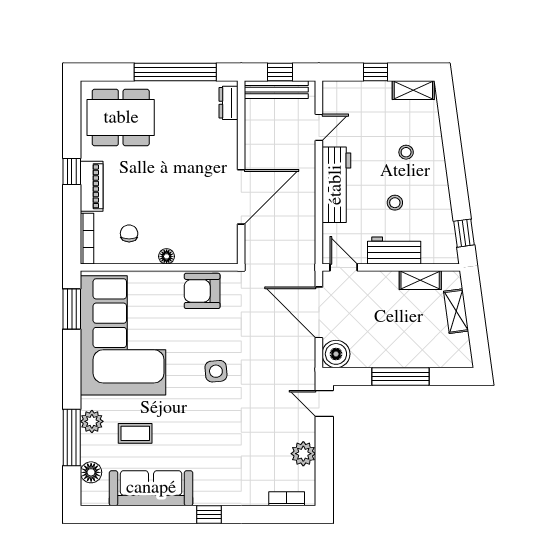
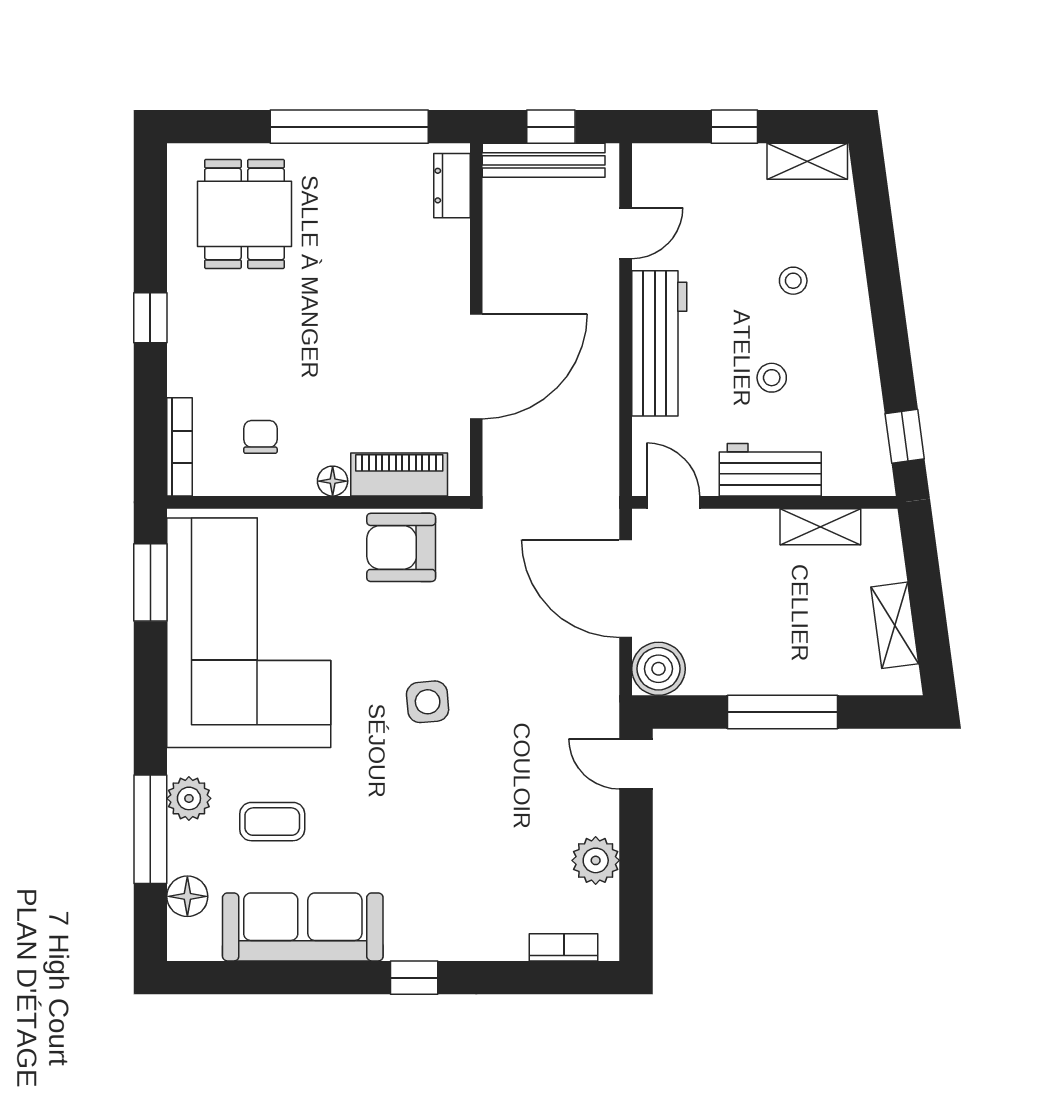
dining table: (121, 118) -> (244, 214), width x0.73
piano: (92, 186) -> (399, 475), moved, turned -90
shelving: (456, 311) -> (895, 625), moved

